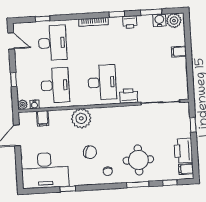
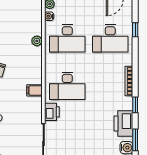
printer: (130, 22) -> (123, 124), width x1.87, depth x1.48
filing cabinet: (43, 118) -> (35, 90), moved
plant: (81, 118) -> (37, 41), moved, width x0.53, depth x0.53

